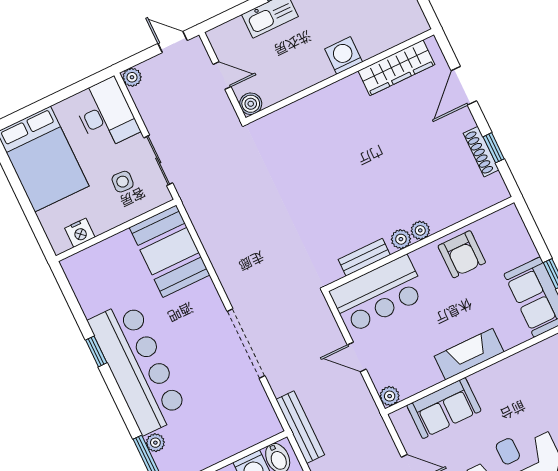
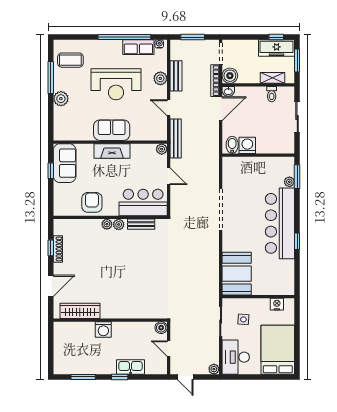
sofa: (444, 408) -> (112, 130), moved
bench: (300, 427) -> (176, 139), moved

